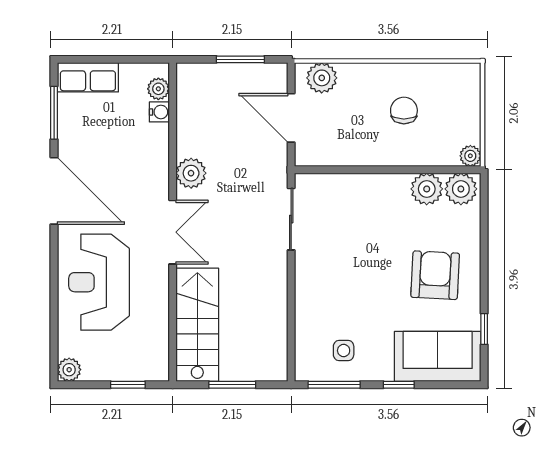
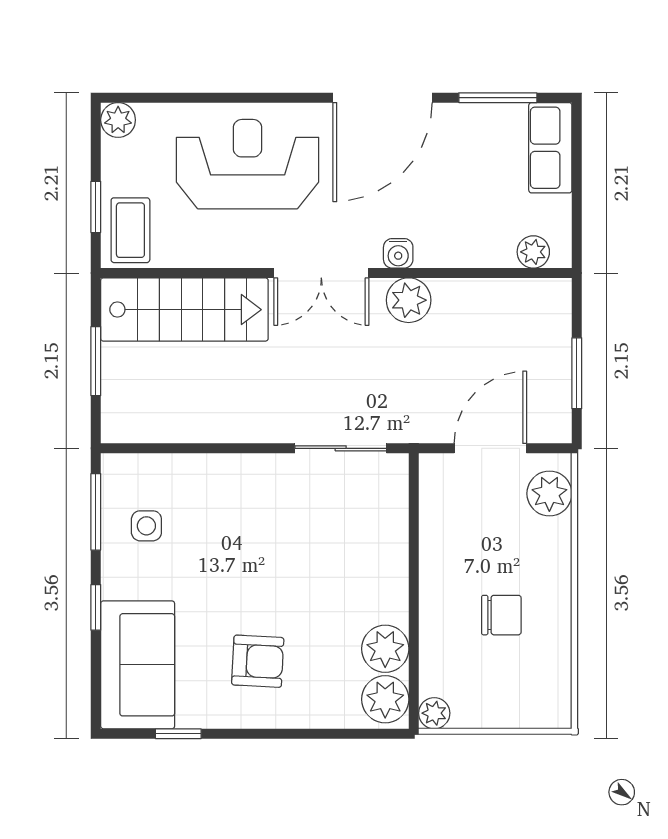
water cooler: (159, 112) -> (398, 253), moved
armchair: (435, 275) -> (258, 661), width x0.72, depth x0.72
coffee table: (144, 361) -> (130, 230), added

